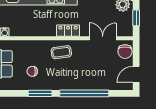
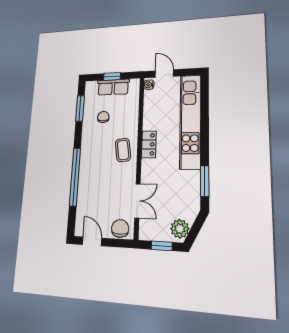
locker: (68, 31) -> (149, 144), moved
chair: (125, 52) -> (120, 228), turned 90
window: (40, 93) -> (80, 108), moved

